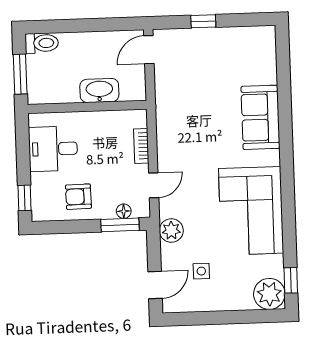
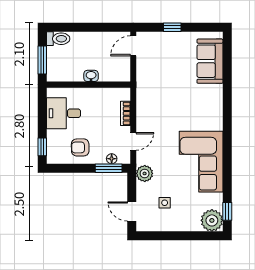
washbasin: (99, 90) -> (91, 76), width x0.52, depth x0.69
sofa: (260, 117) -> (210, 61), moved
door: (155, 285) -> (132, 211), swing flipped

